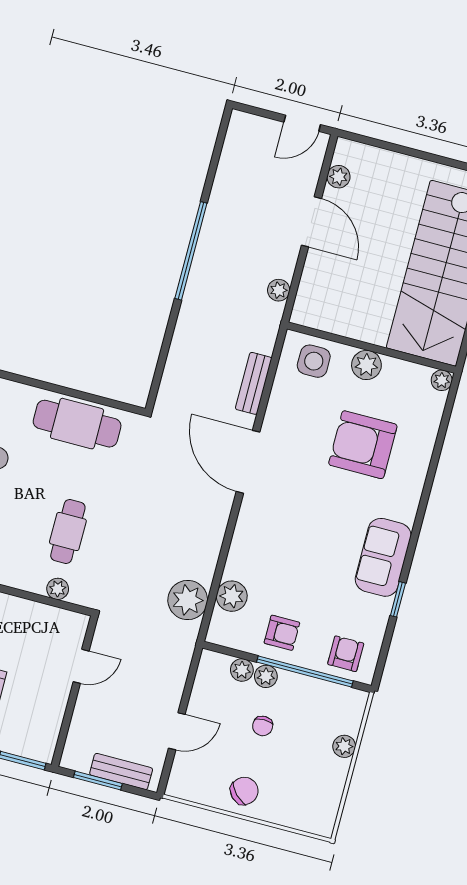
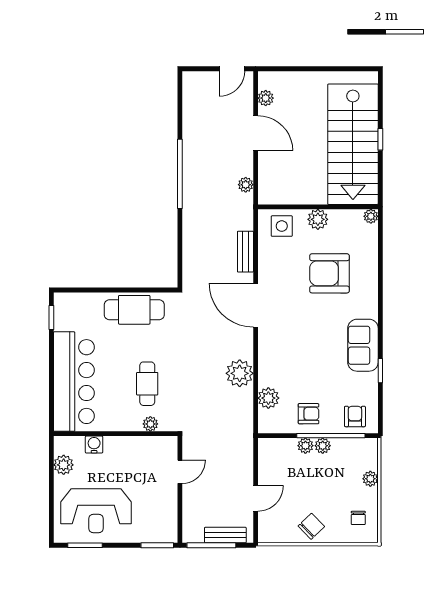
plant: (188, 600) -> (240, 373), moved
plant: (242, 670) -> (323, 446), moved
chair: (263, 726) -> (358, 518), moved
window: (98, 781) -> (211, 545), width x1.44

